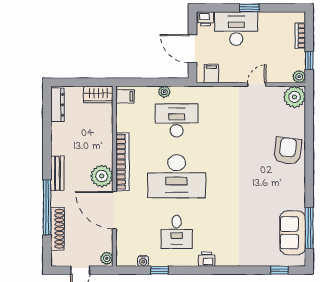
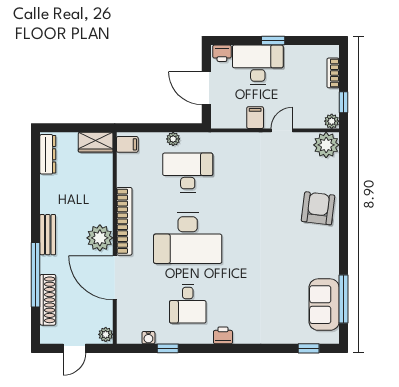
filing cabinet: (211, 74) -> (255, 118), moved

